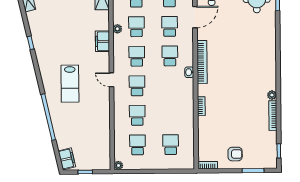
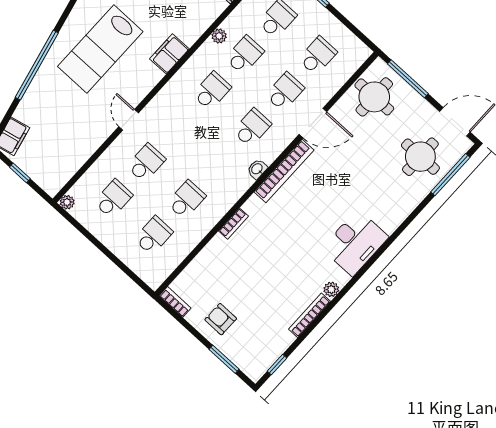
door: (195, 17) -> (313, 123), moved
filing cabinet: (102, 41) -> (169, 54), moved
desk: (263, 64) -> (355, 243), added
door: (112, 80) -> (129, 120), moved
lab bench: (70, 84) -> (100, 49), width x1.36, depth x1.39
school desk: (137, 86) -> (186, 200), moved
armchair: (235, 154) -> (221, 319), turned 180

